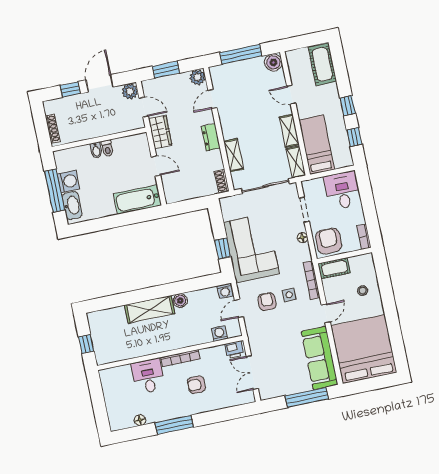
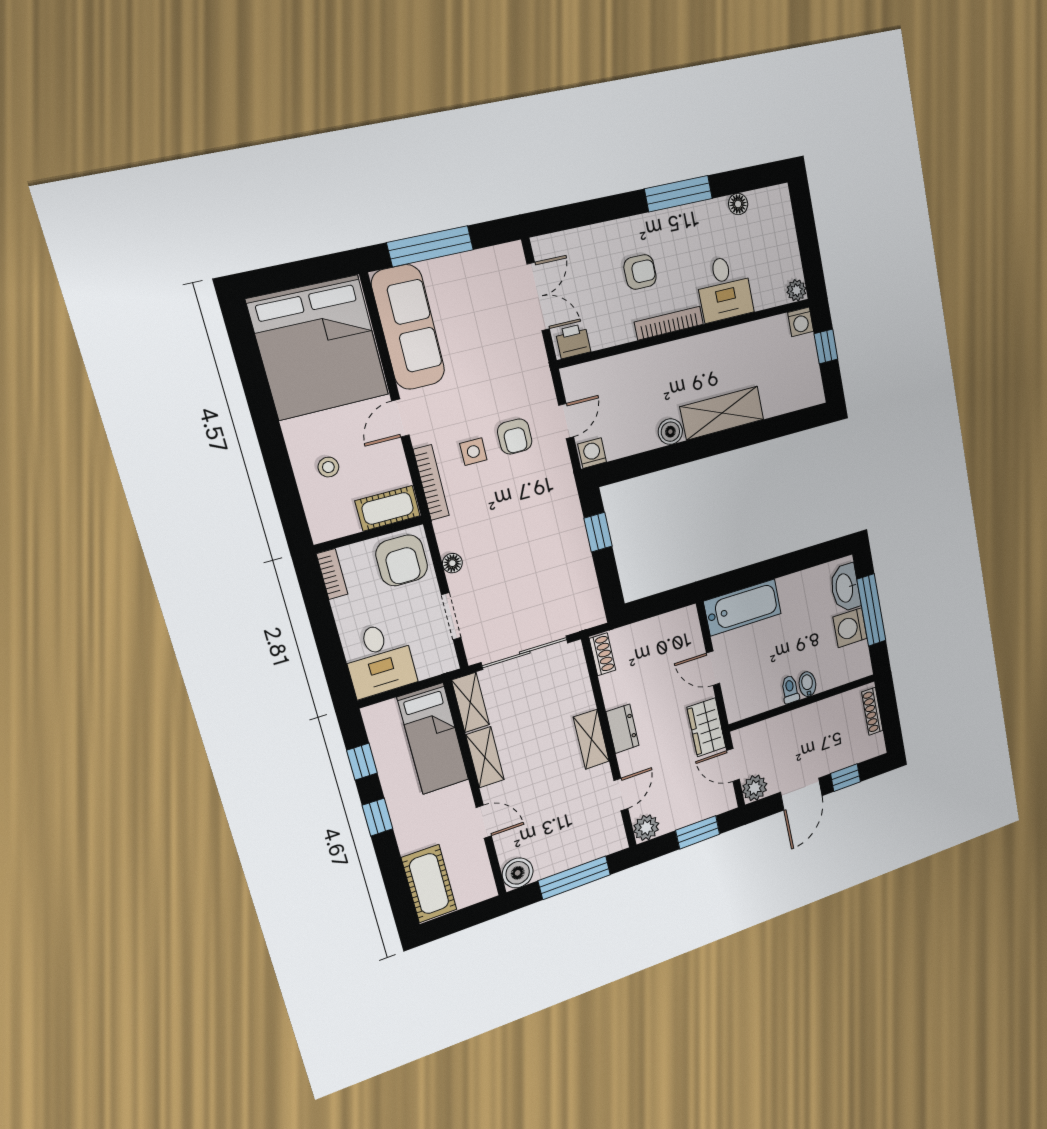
shelving: (234, 155) -> (591, 739), moved
corner sofa: (251, 248) -> (547, 536), removed
washing machine: (219, 333) -> (801, 322), moved
plant: (105, 375) -> (796, 290), added

